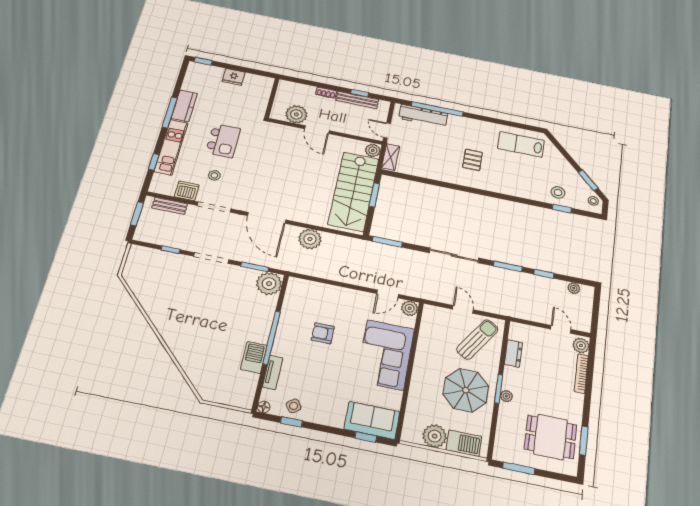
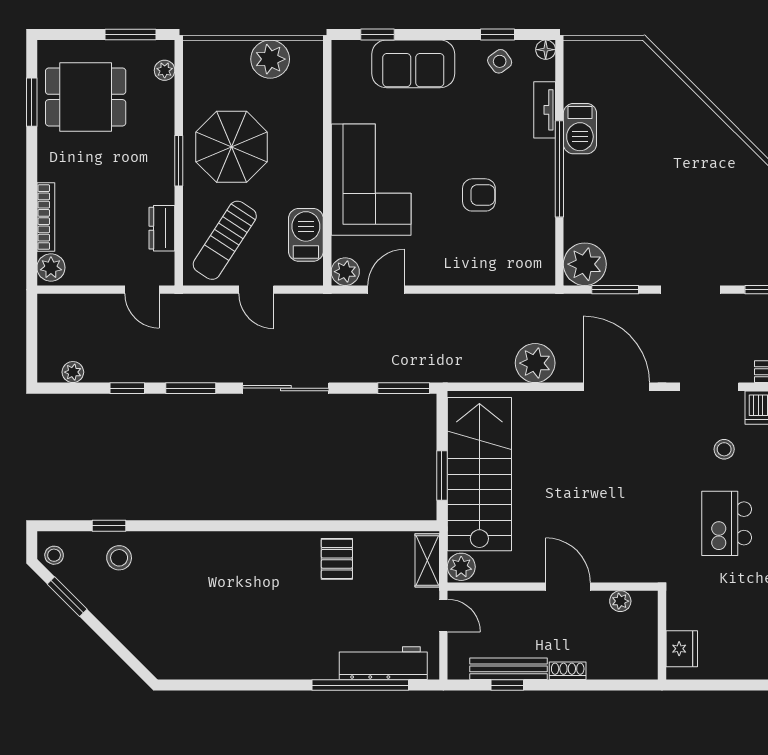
fridge: (234, 77) -> (682, 649), moved, turned 90
plant: (296, 114) -> (620, 601), width x0.53, depth x0.53
lab bench: (521, 144) -> (197, 645), removed
pallet: (472, 160) -> (337, 559), moved
door: (561, 329) -> (142, 290), moved
plant: (506, 396) -> (165, 70), moved
sofa: (372, 420) -> (413, 64), moved
barbecue: (464, 443) -> (306, 235), moved, turned 90

